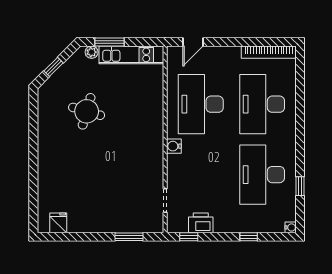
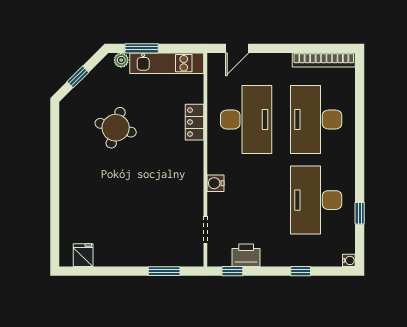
desk: (201, 104) -> (246, 120), turned 180
locker: (156, 106) -> (195, 122), added
water cooler: (174, 146) -> (215, 183), moved

